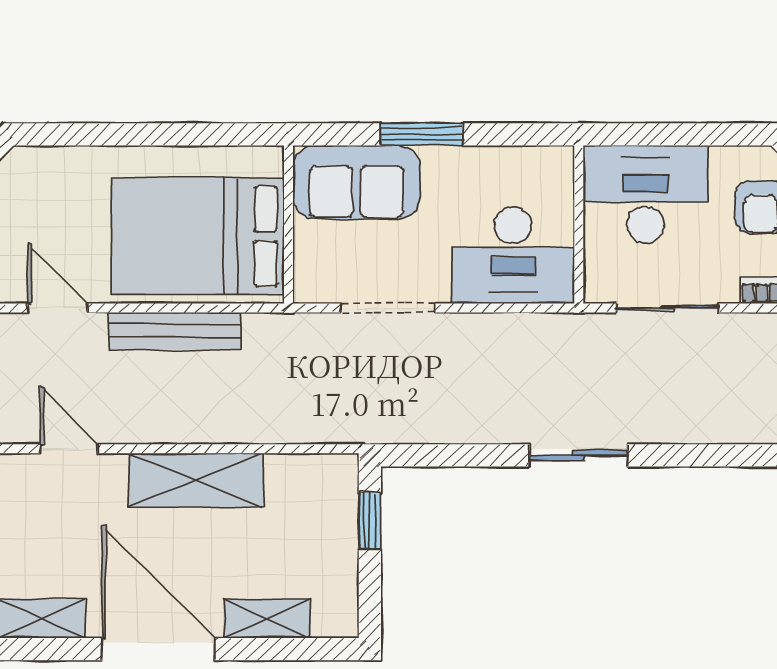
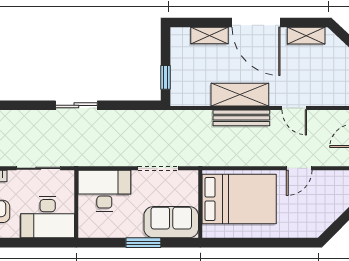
door: (57, 308) -> (299, 168), hinge flipped
bench: (175, 331) -> (241, 118), moved

